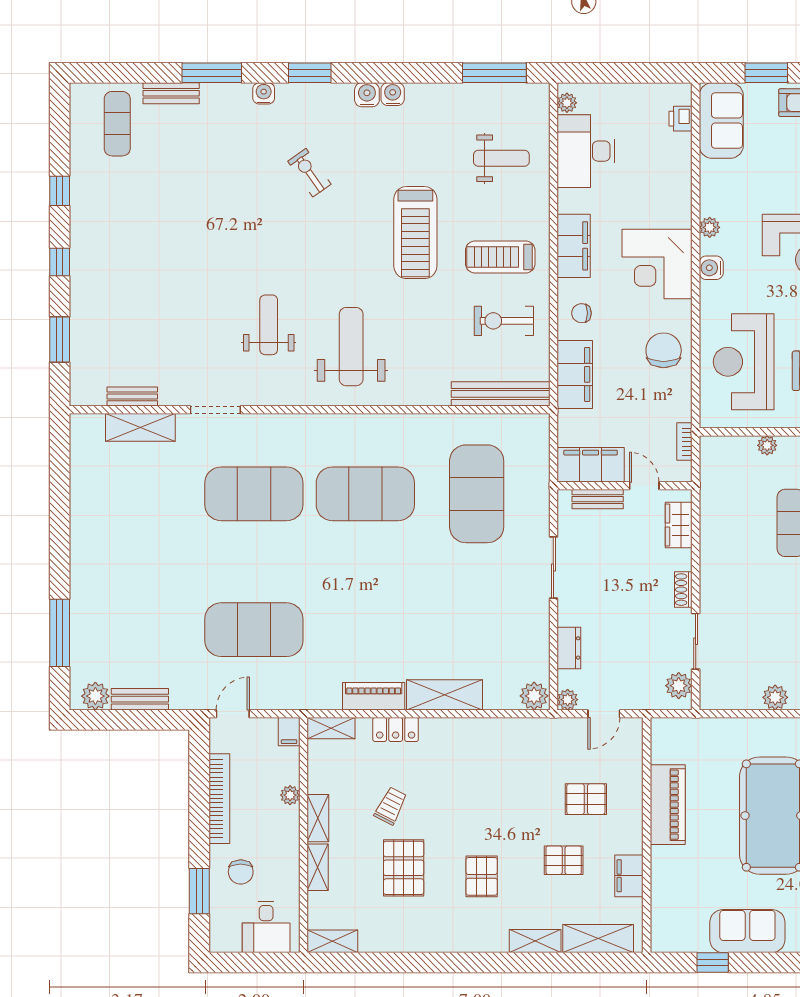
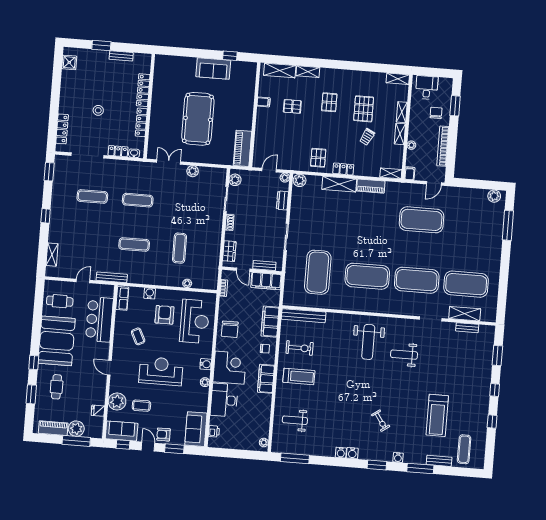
desk: (586, 151) -> (224, 400), moved, turned 180
treadmill: (415, 233) -> (437, 415), moved, turned 180
weight bench: (269, 325) -> (404, 355), turned 90
exercise mat: (142, 494) -> (466, 284), added
bench: (140, 699) -> (475, 193), removed
locker: (396, 729) -> (343, 169), moved
pallet: (586, 799) -> (318, 158), moved, turned 90
piano: (668, 805) -> (242, 148), moved
filing cabinet: (629, 876) -> (264, 102), width x0.50

